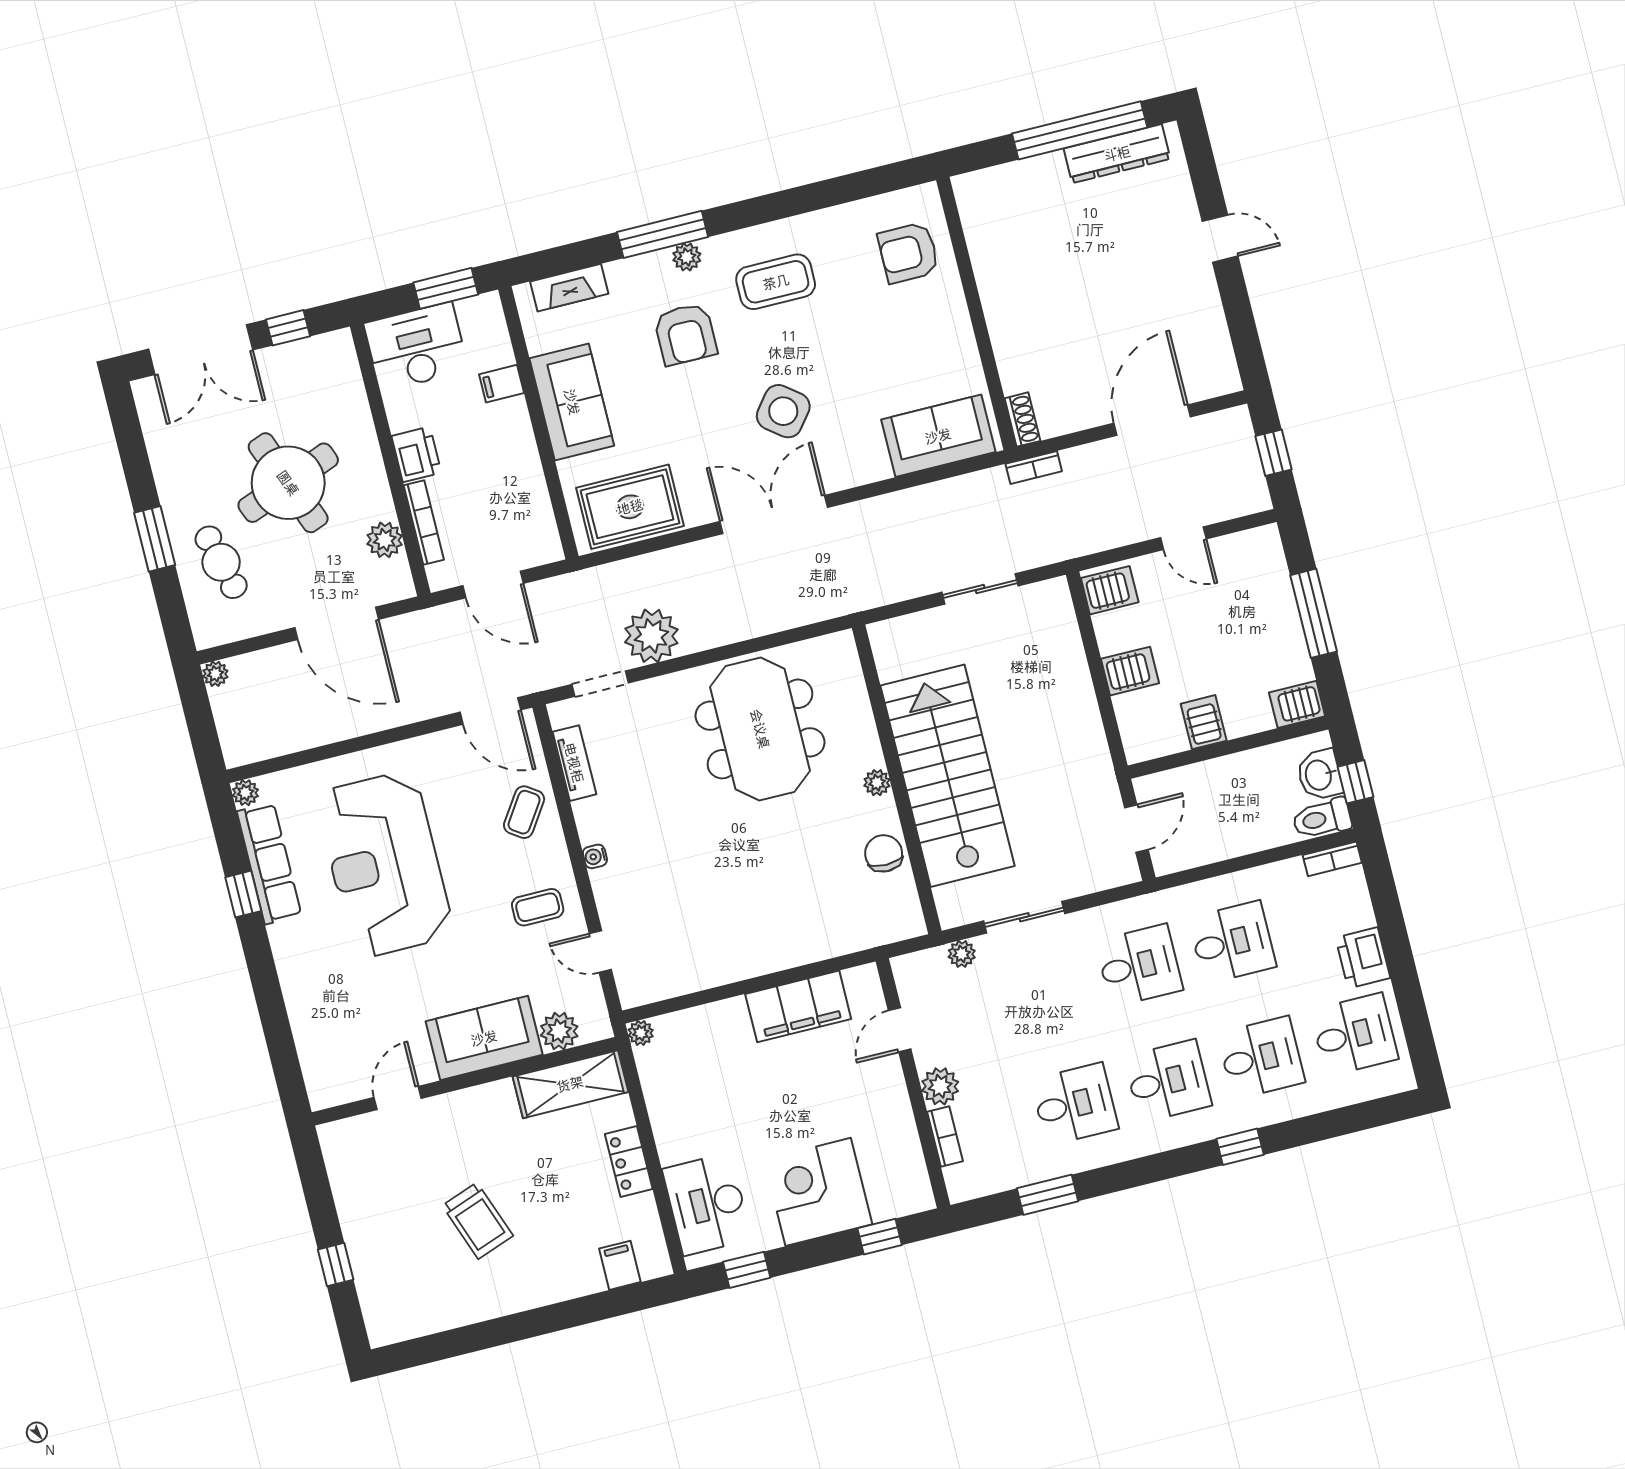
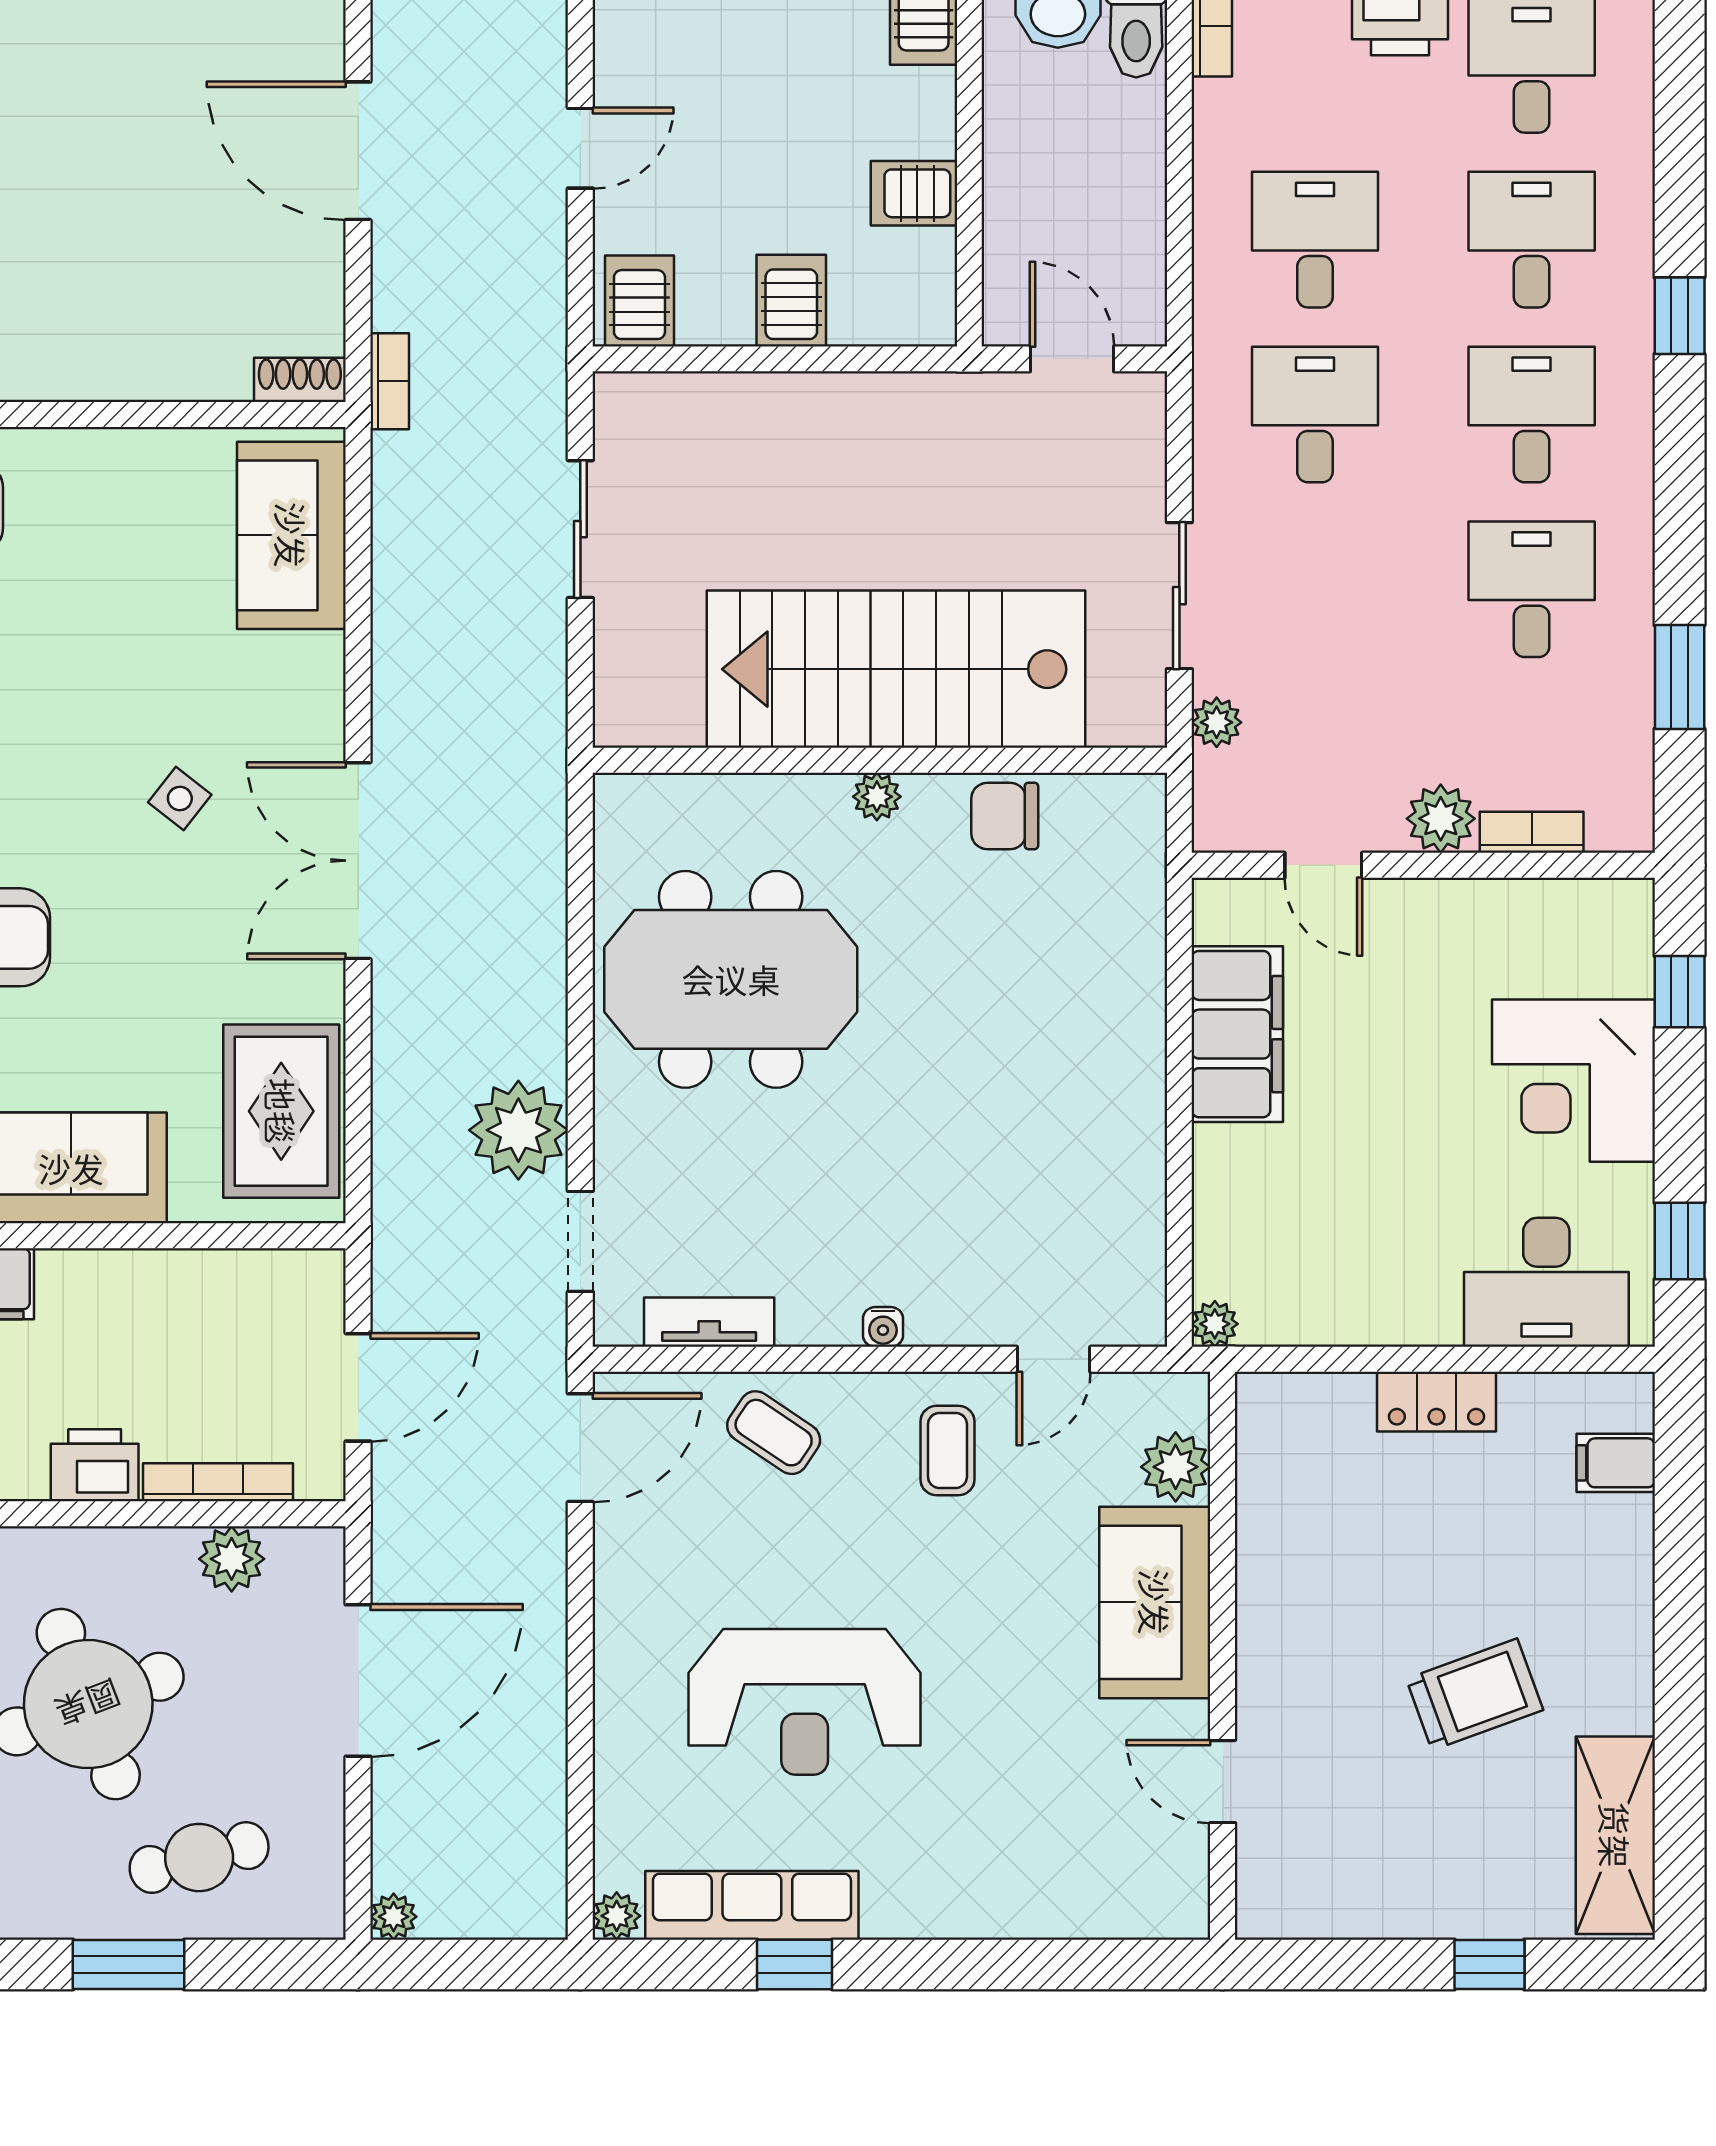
side table: (783, 411) -> (180, 798), width x0.54, depth x0.54
reception desk: (385, 864) -> (805, 1702), width x0.74, depth x0.77
shelving: (570, 1084) -> (1615, 1835), moved

